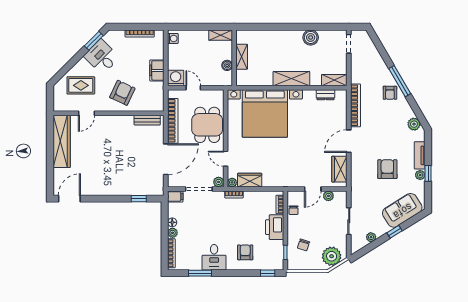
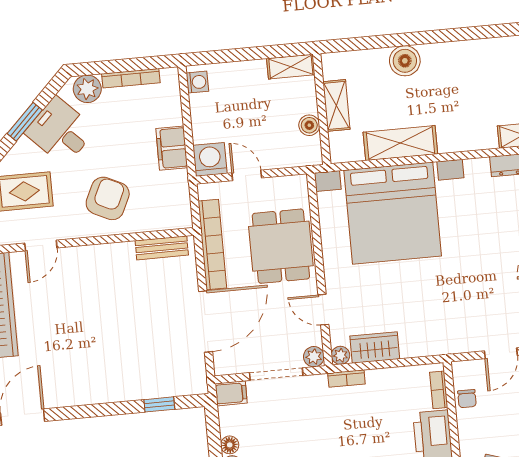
plant: (117, 37) -> (87, 89), added
boiler: (311, 37) -> (405, 61), moved
window: (94, 41) -> (25, 122), moved
shelving: (291, 79) -> (400, 143), moved

